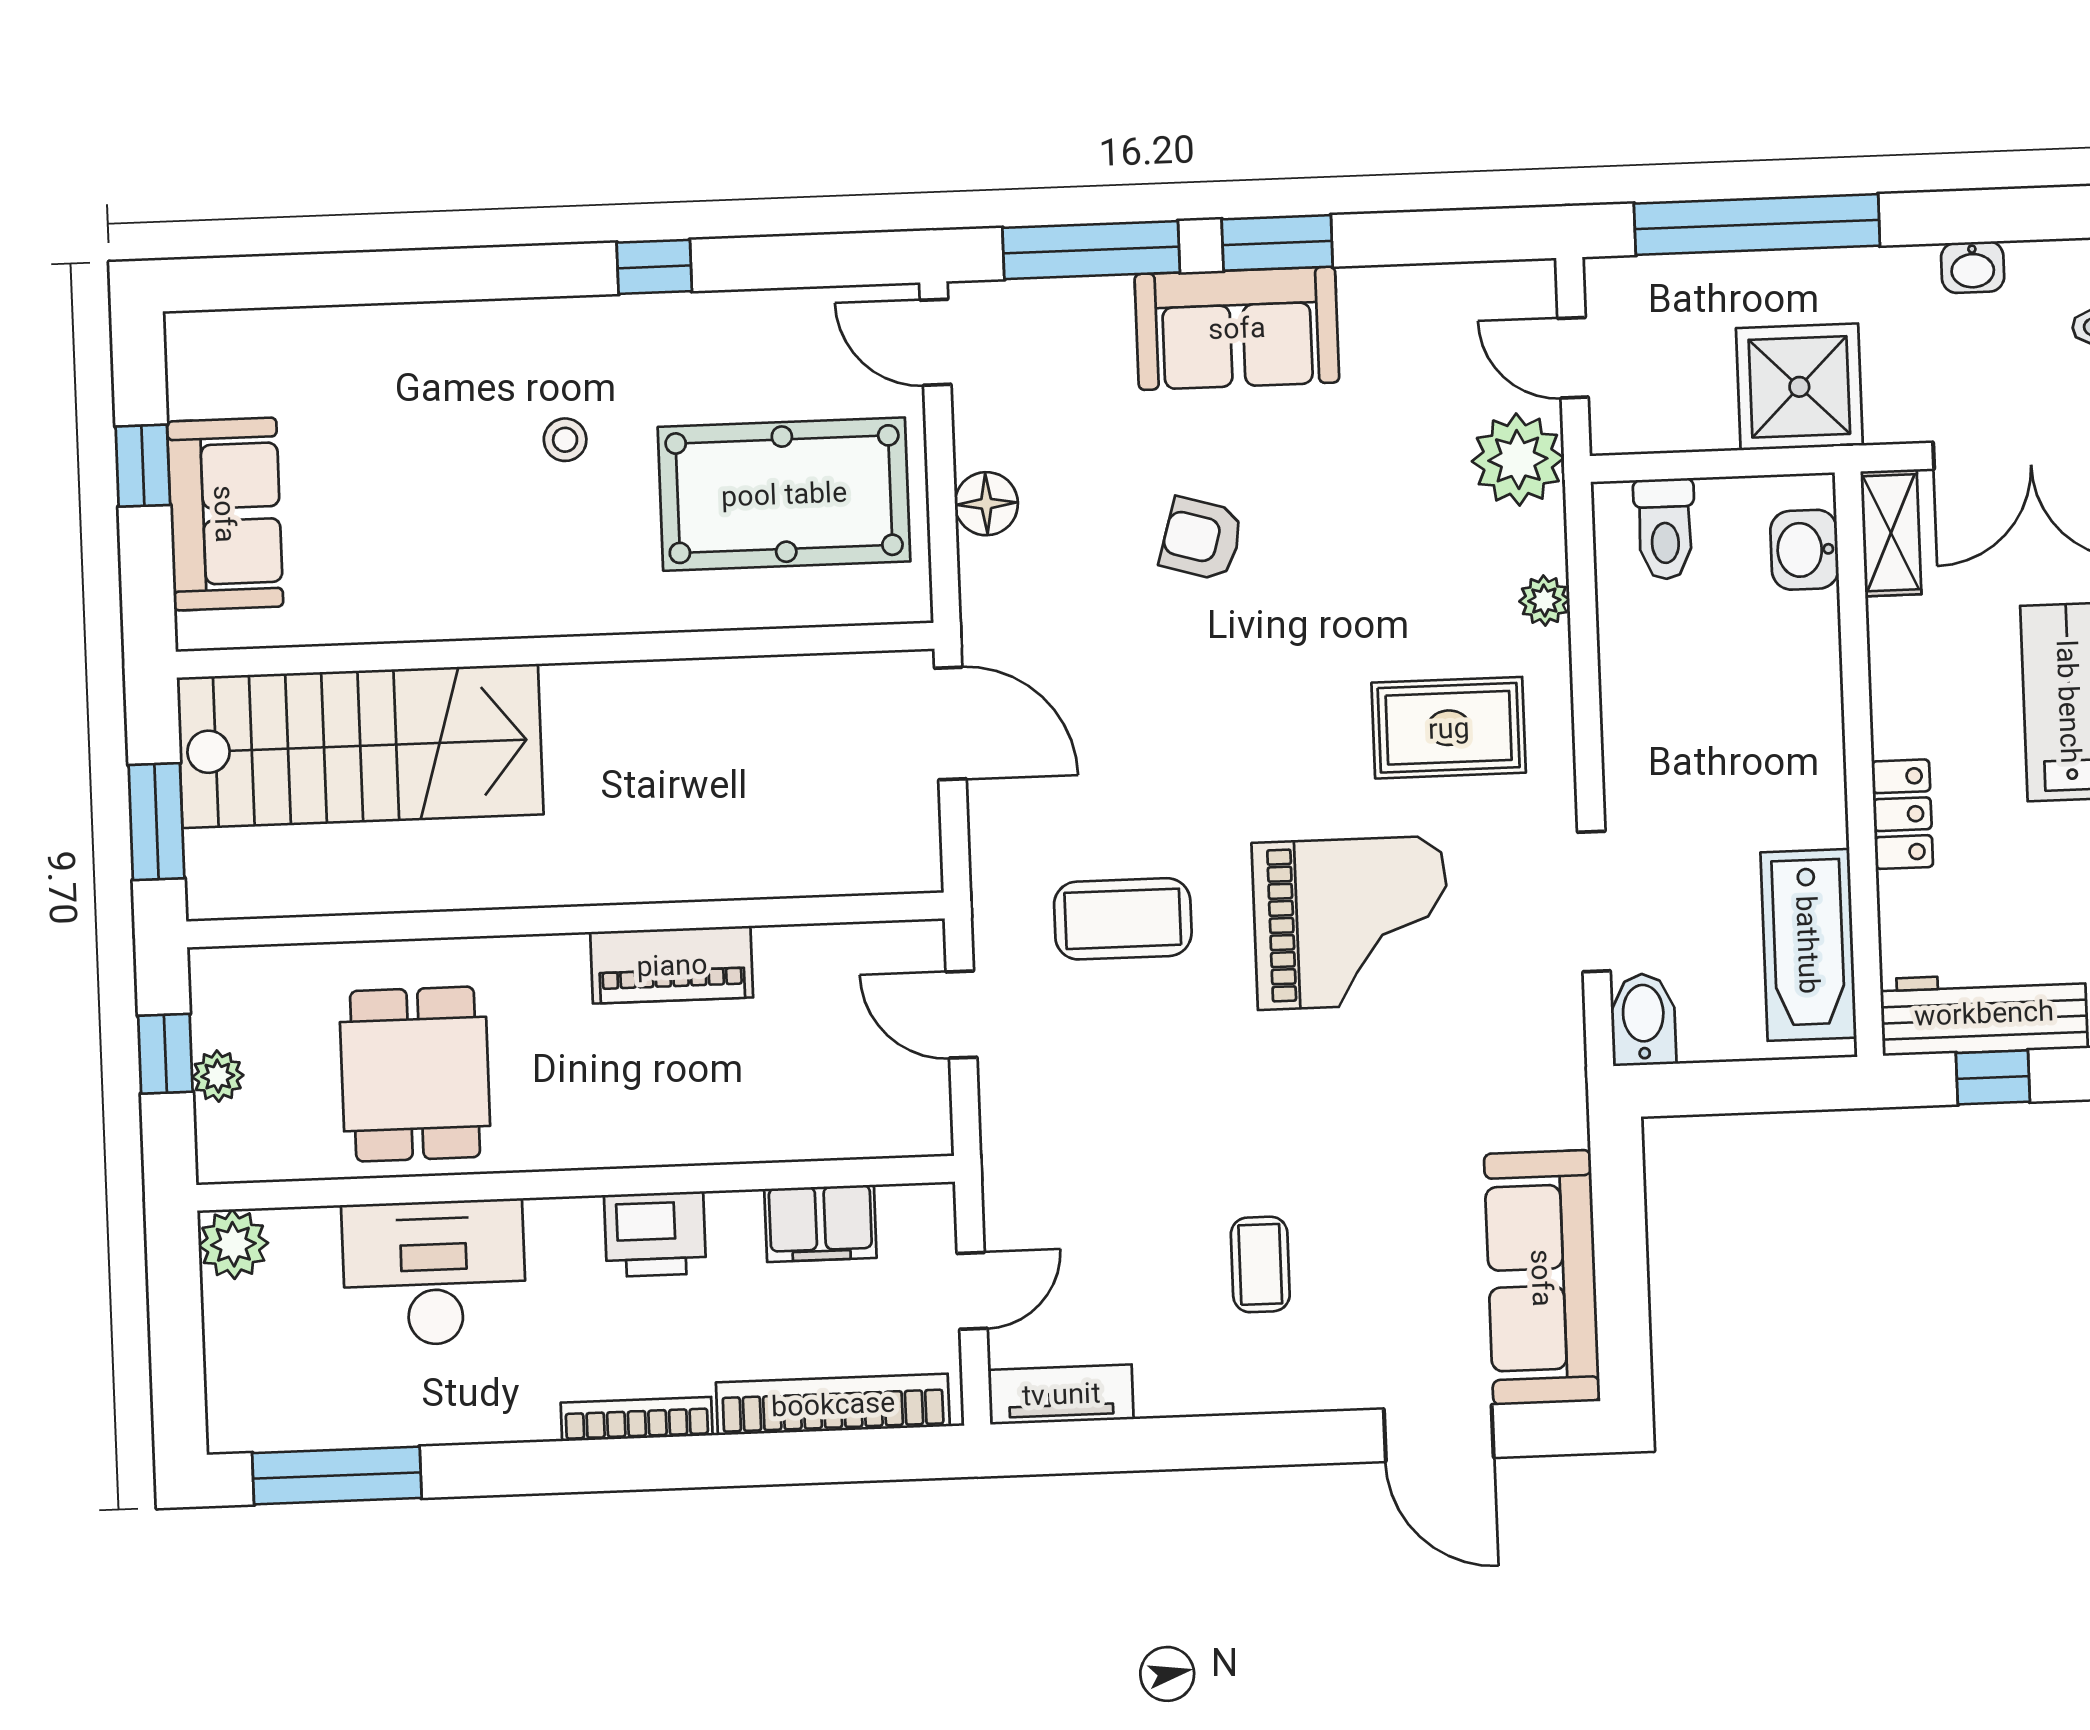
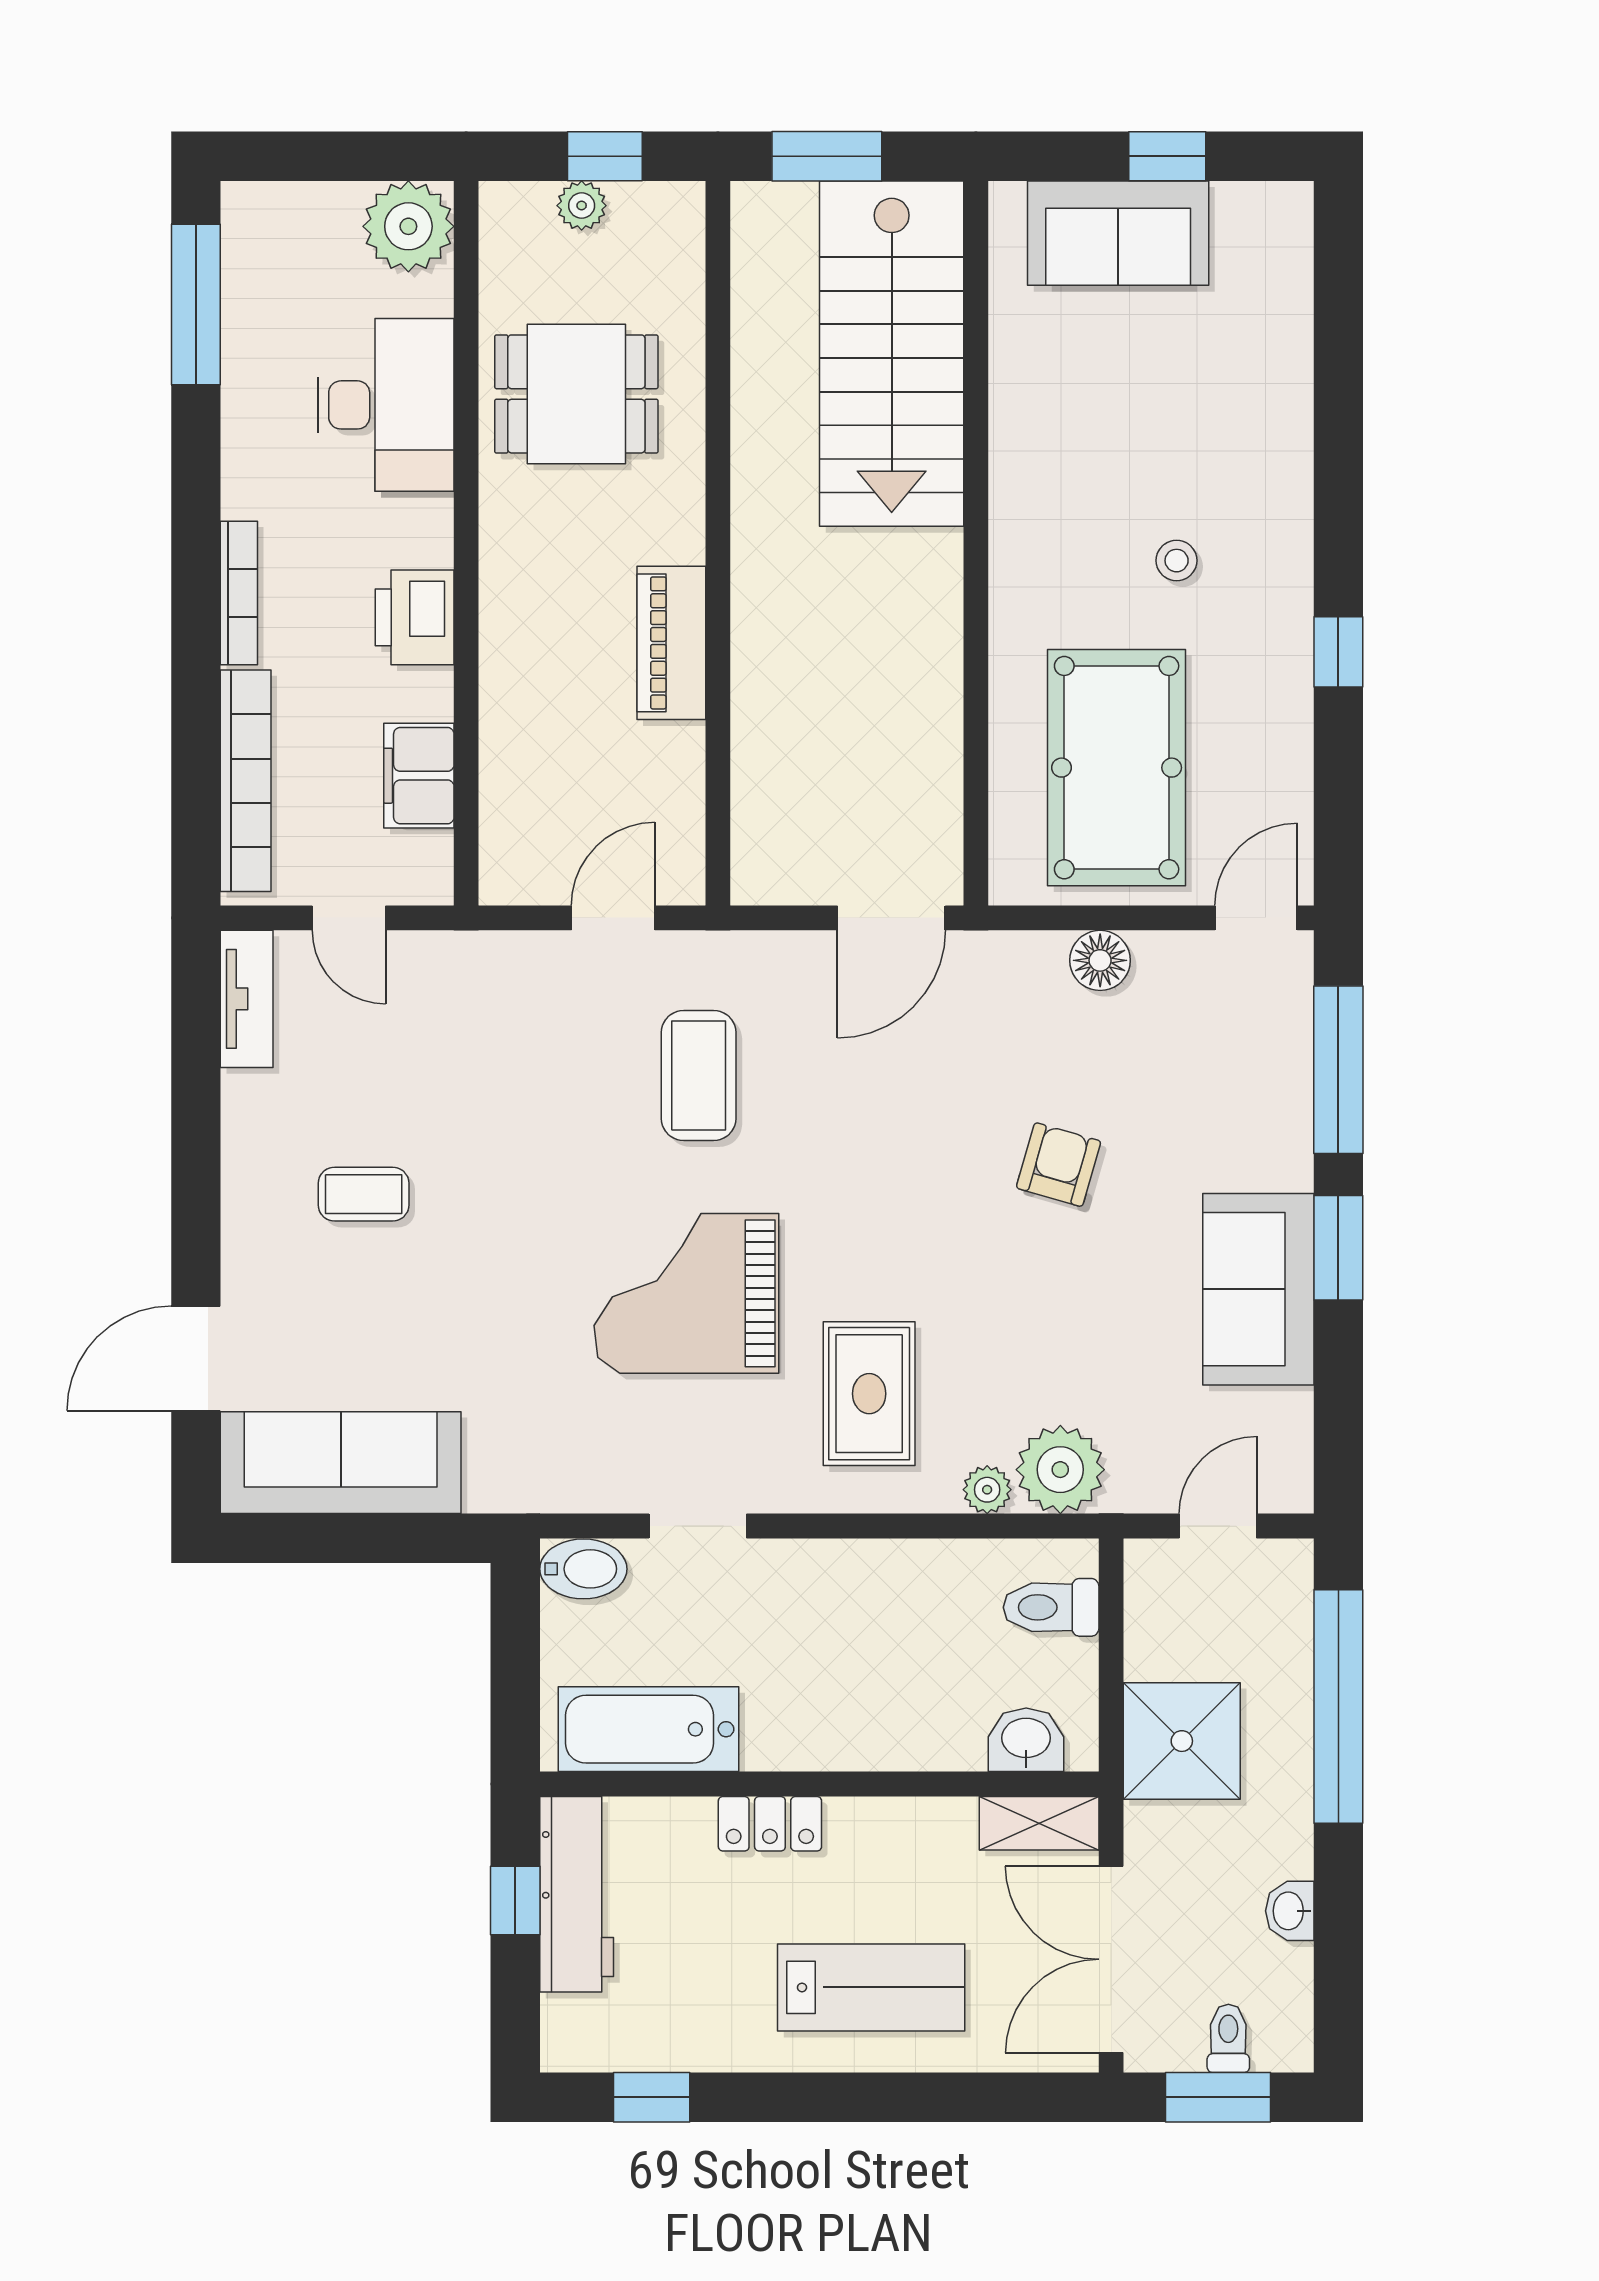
sofa: (1237, 328) -> (1258, 1289), moved
plant: (1518, 460) -> (1060, 1470), moved
doorway: (1594, 902) -> (698, 1526), width x0.73
grand piano: (1351, 923) -> (686, 1293), turned 90
plant: (233, 1244) -> (408, 226), width x1.36, depth x1.36

